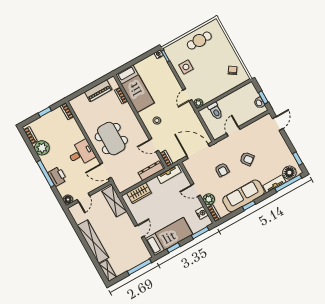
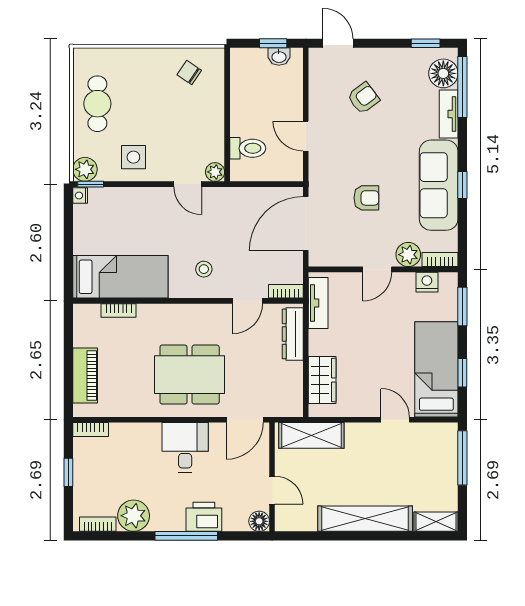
plant: (170, 50) -> (85, 169), added
piano: (98, 91) -> (85, 375), moved
armchair: (247, 159) -> (363, 98), moved

